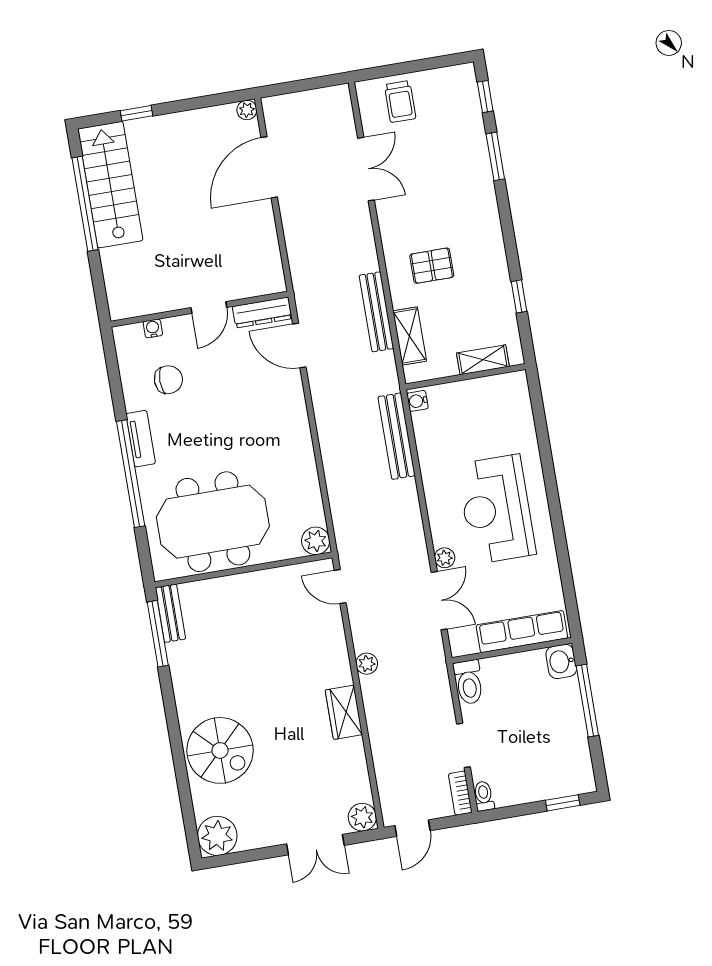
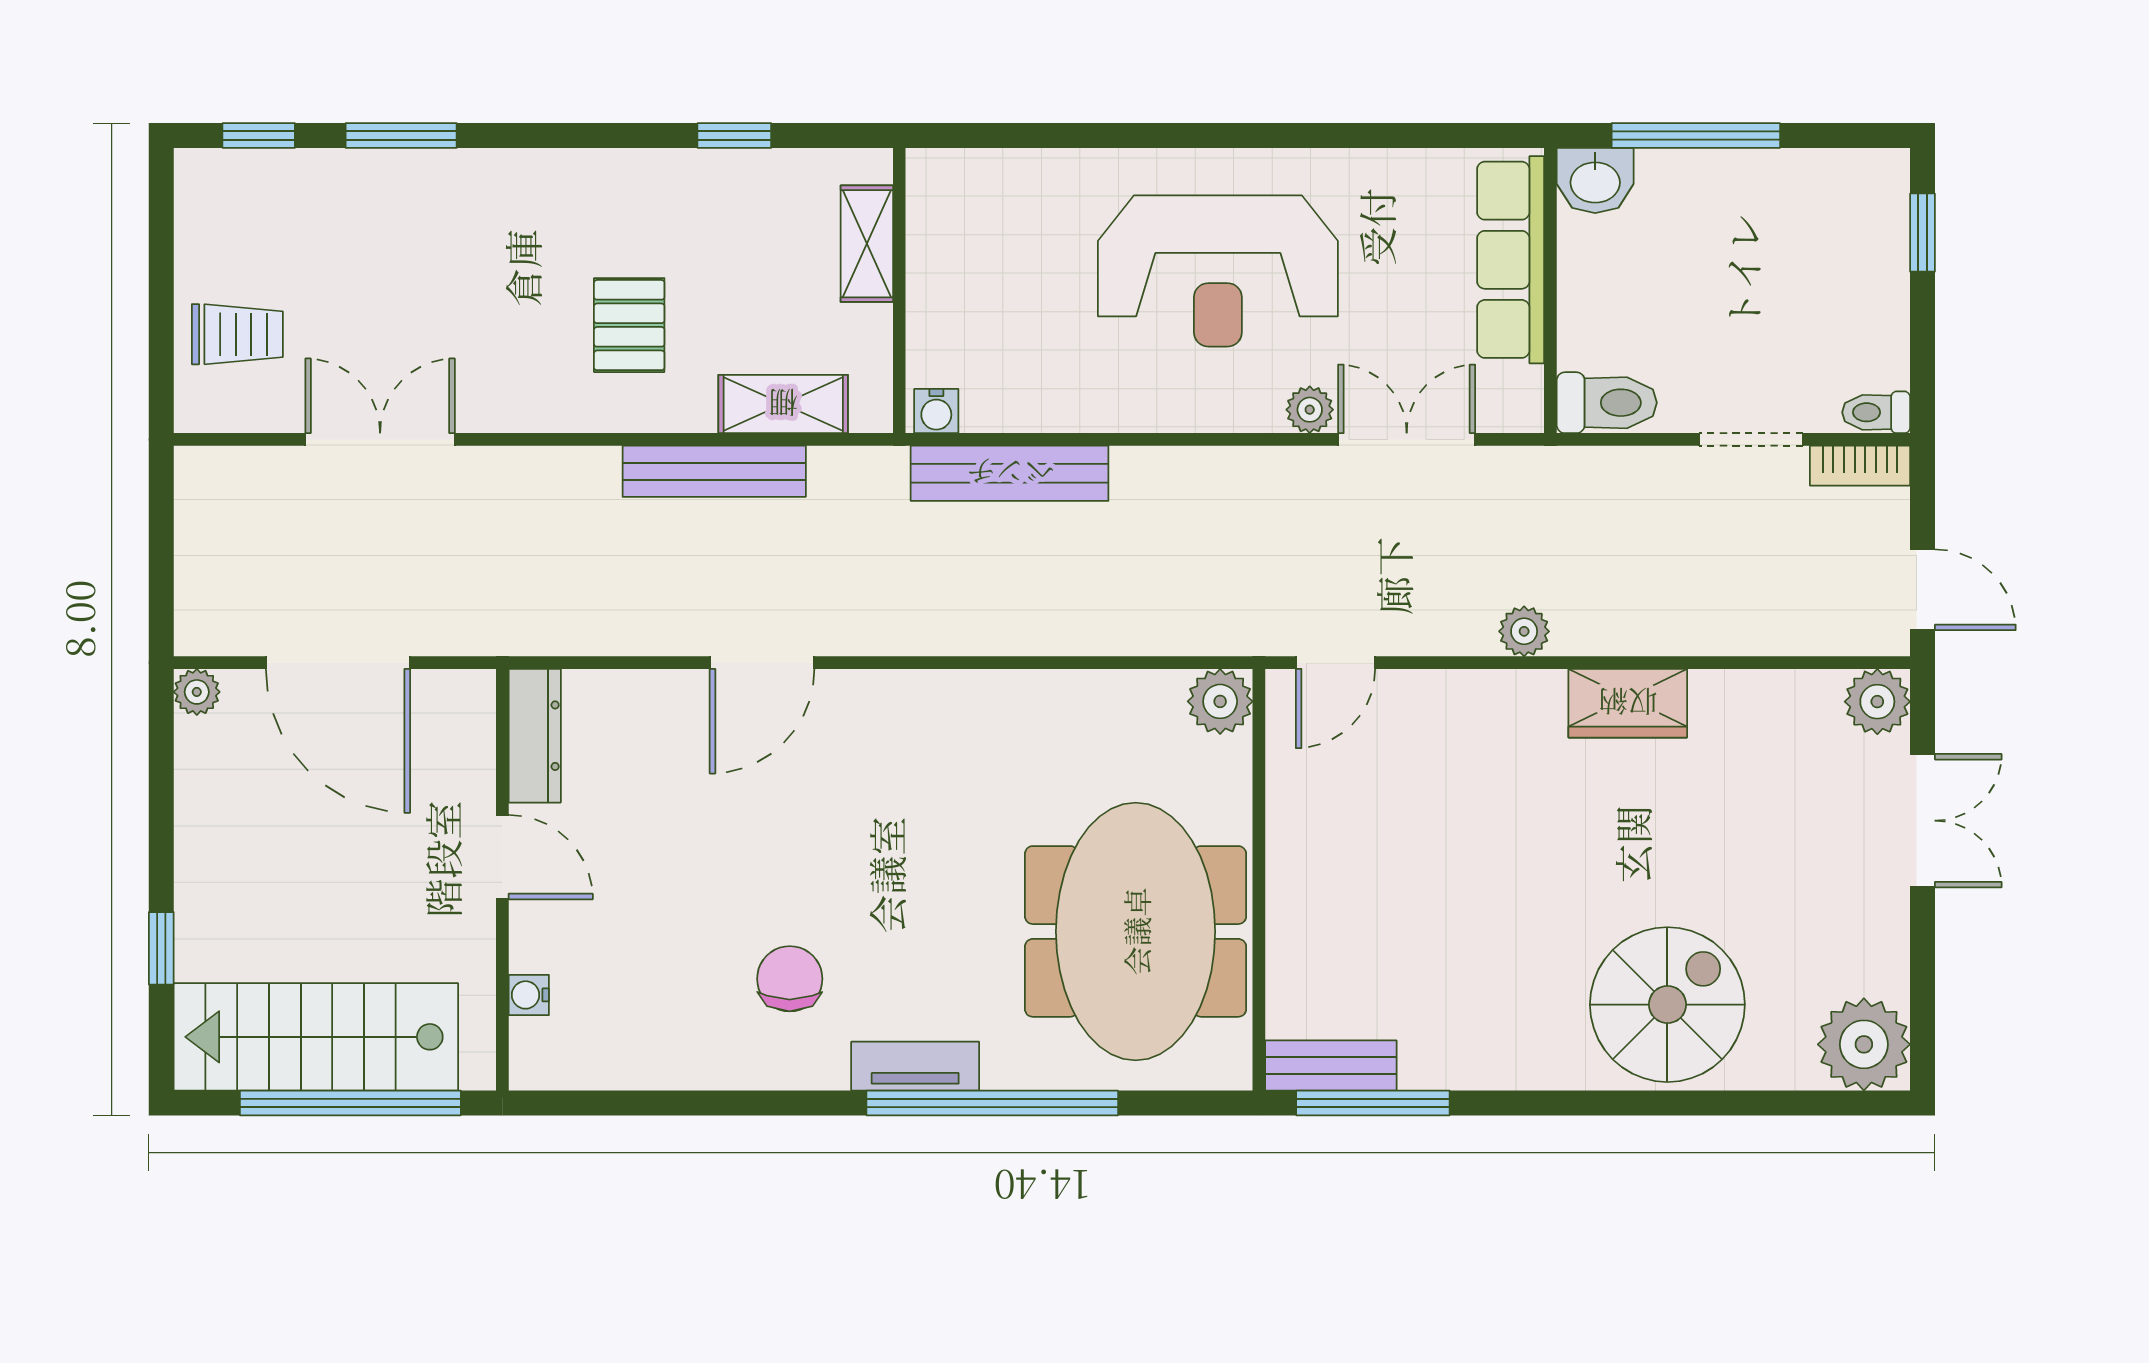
door: (209, 308) -> (502, 857), moved
wall: (199, 309) -> (502, 880), moved
dresser: (262, 313) -> (535, 736), moved
water cooler: (153, 328) -> (529, 995), moved

